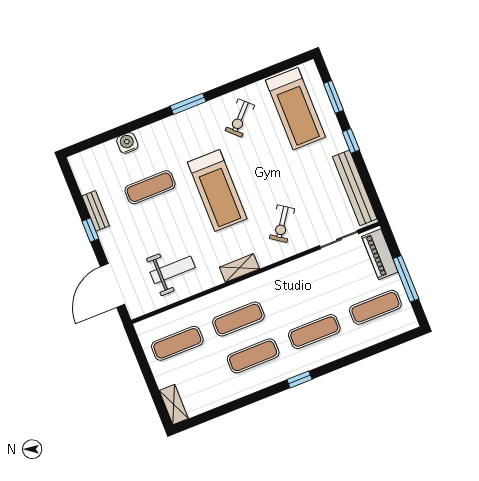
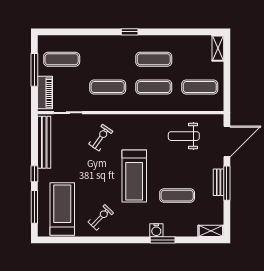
window: (333, 97) -> (34, 207), width x1.44
window: (188, 104) -> (163, 240), moved
water cooler: (127, 143) -> (156, 230), moved
treadmill: (217, 191) -> (134, 176), turned 180
bench: (96, 211) -> (219, 182), moved
window: (90, 230) -> (227, 183), width x2.17
shelving: (239, 268) -> (211, 231), moved
exercise mat: (314, 332) -> (108, 87), moved

